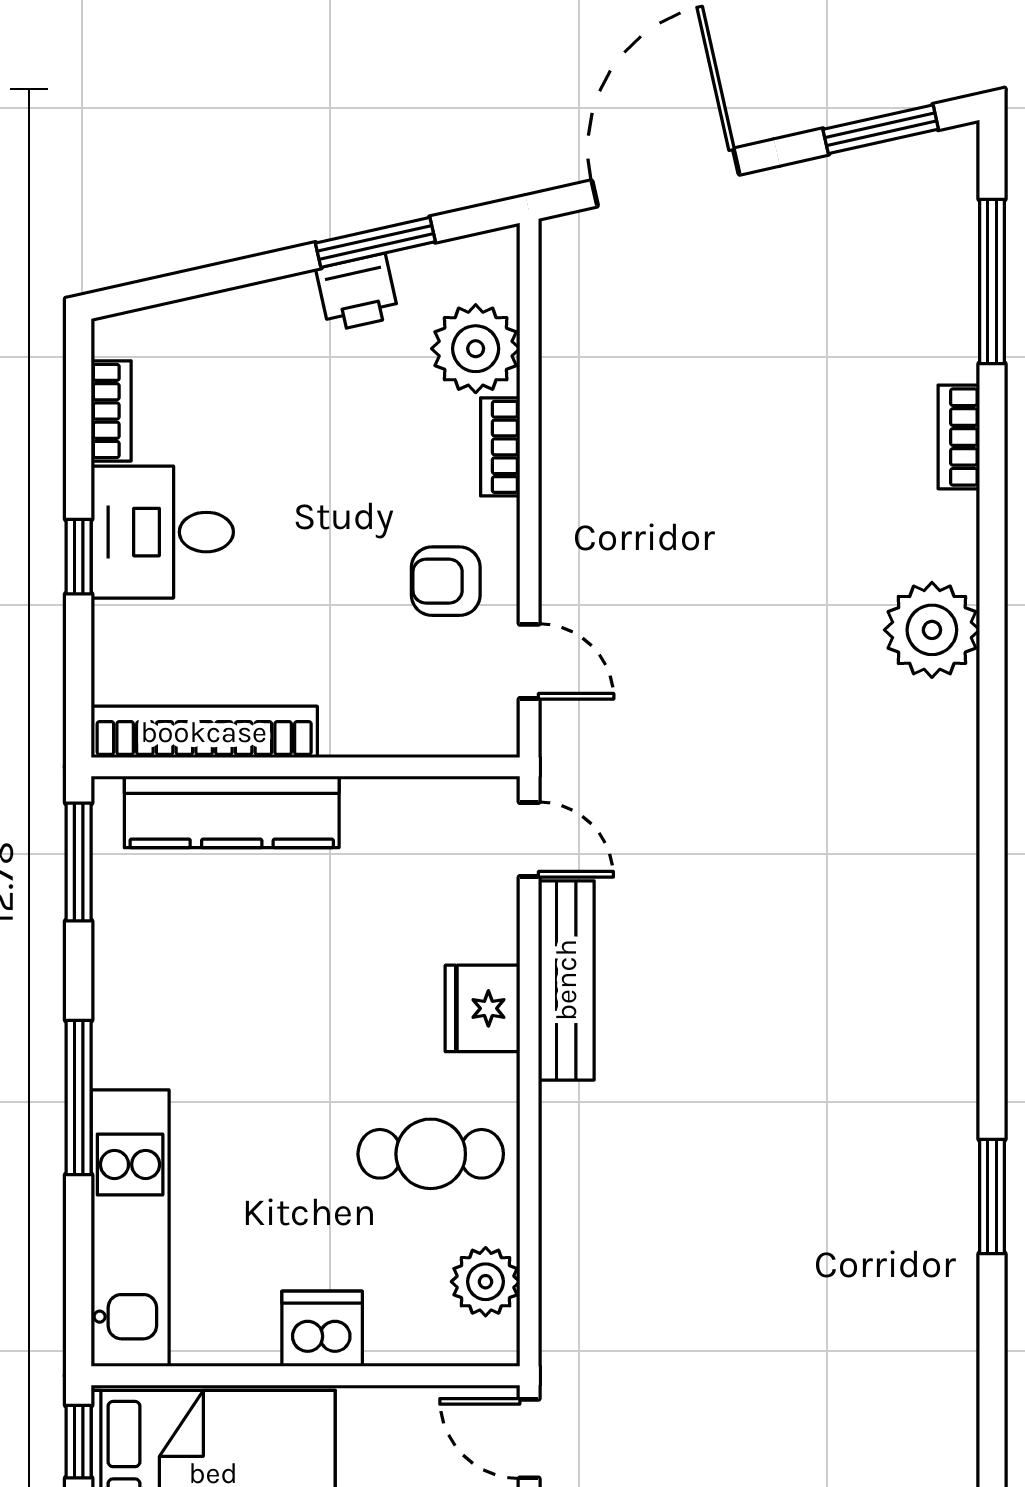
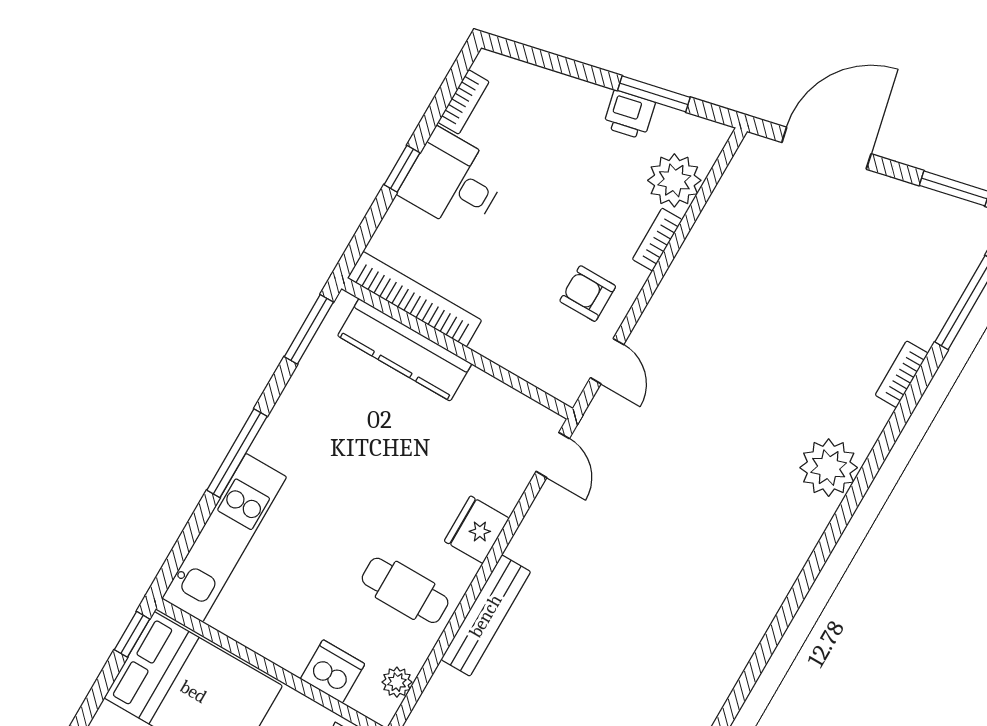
bench: (566, 980) -> (486, 616), moved
plant: (486, 1282) -> (397, 682), width x0.73, depth x0.73
dishwasher: (322, 1329) -> (333, 671), moved

